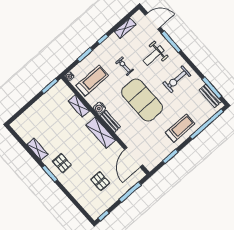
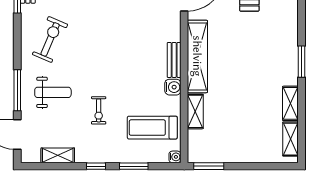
exercise bike: (177, 79) -> (50, 39), turned -67
exercise mat: (142, 100) -> (114, 52), removed
shelving: (23, 133) -> (290, 139), added
shelving: (101, 133) -> (197, 56), width x1.47
pallet: (62, 163) -> (276, 61), removed

